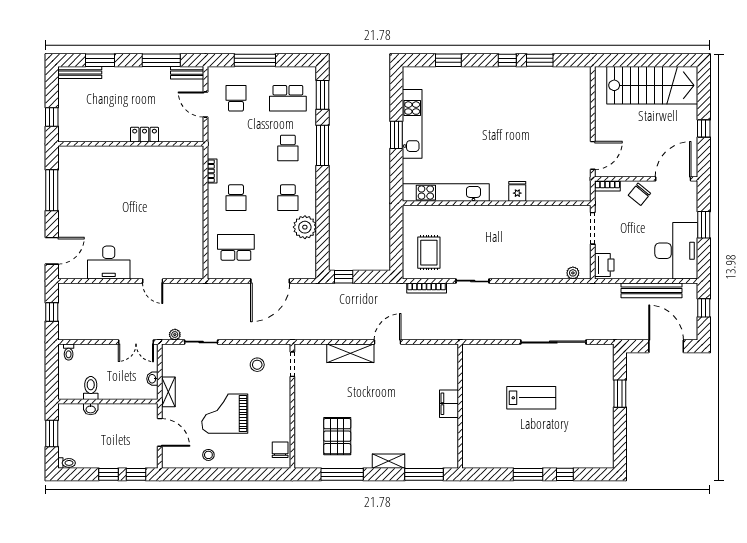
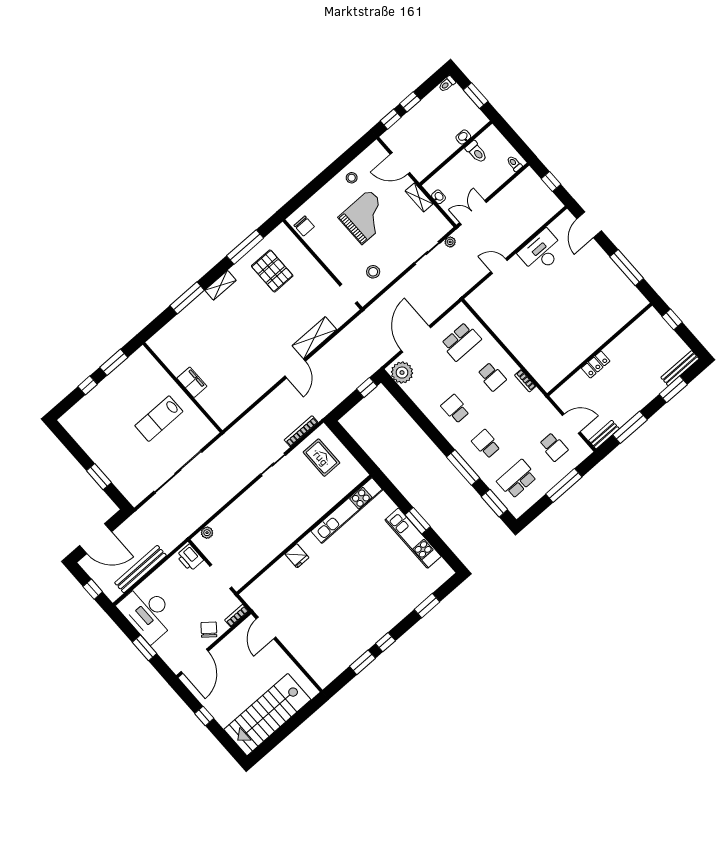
school desk: (236, 198) -> (492, 377), turned 180
plant: (305, 227) -> (402, 373), moved
filing cabinet: (449, 404) -> (192, 382), moved
wall: (460, 406) -> (183, 387), moved

